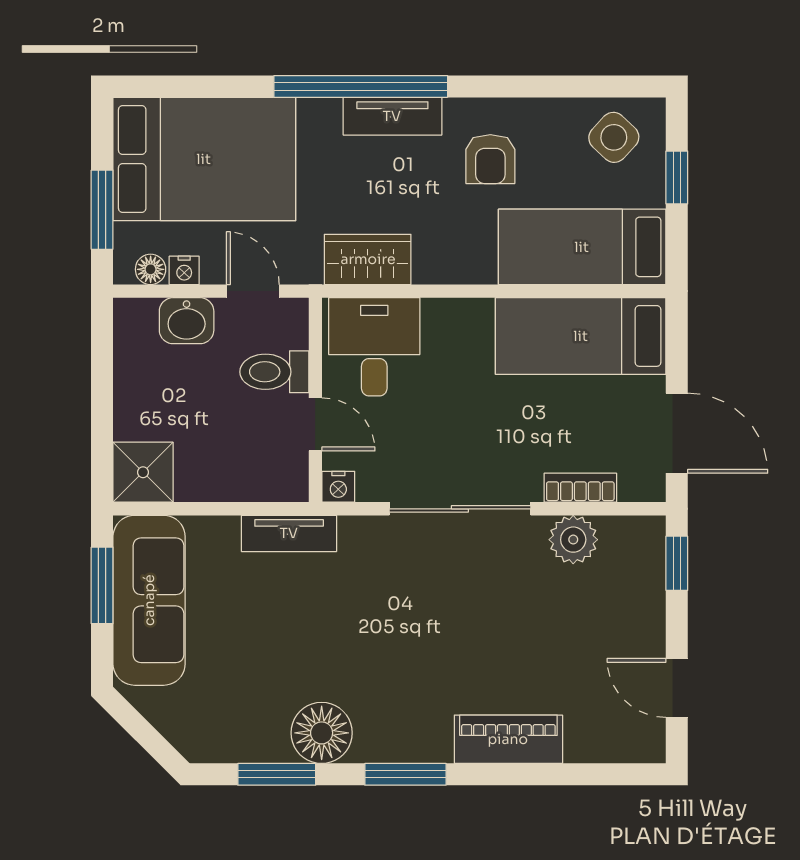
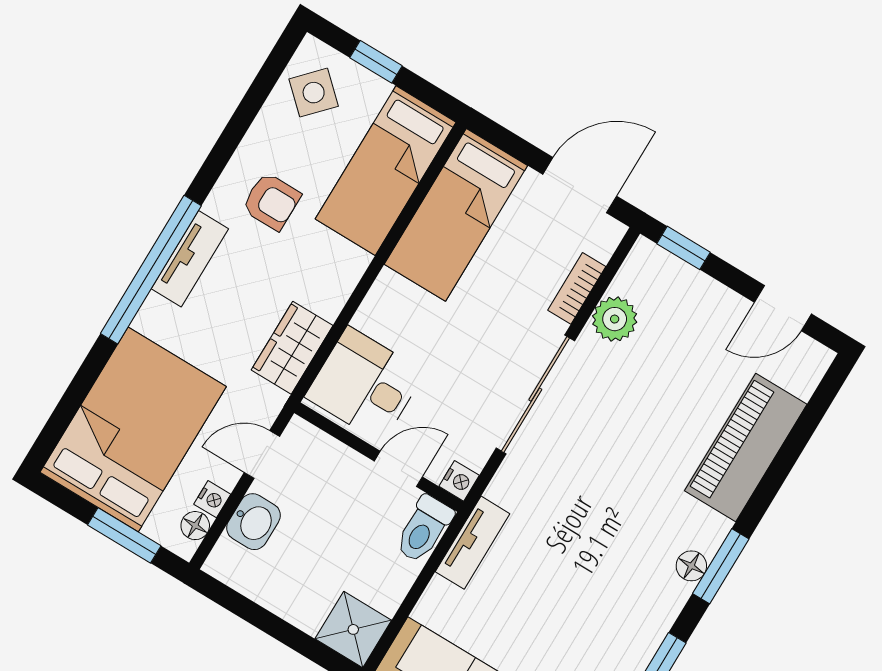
toilet: (274, 372) -> (424, 529), moved
floor lamp: (322, 733) -> (691, 566), moved, width x0.53, depth x0.53
piano: (508, 739) -> (746, 448), width x1.37, depth x1.33

